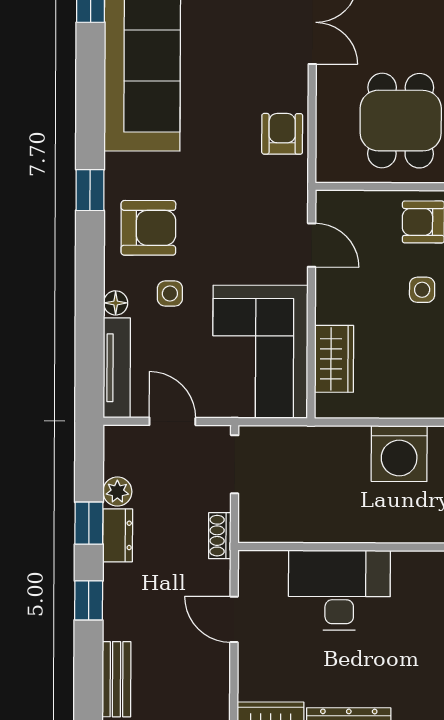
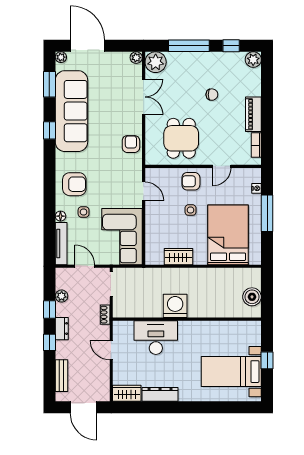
window: (90, 190) -> (49, 130), moved
wardrobe: (334, 359) -> (178, 257), moved, turned -90
washing machine: (399, 454) -> (175, 306), moved, turned 180
dresser: (118, 535) -> (62, 329), moved

